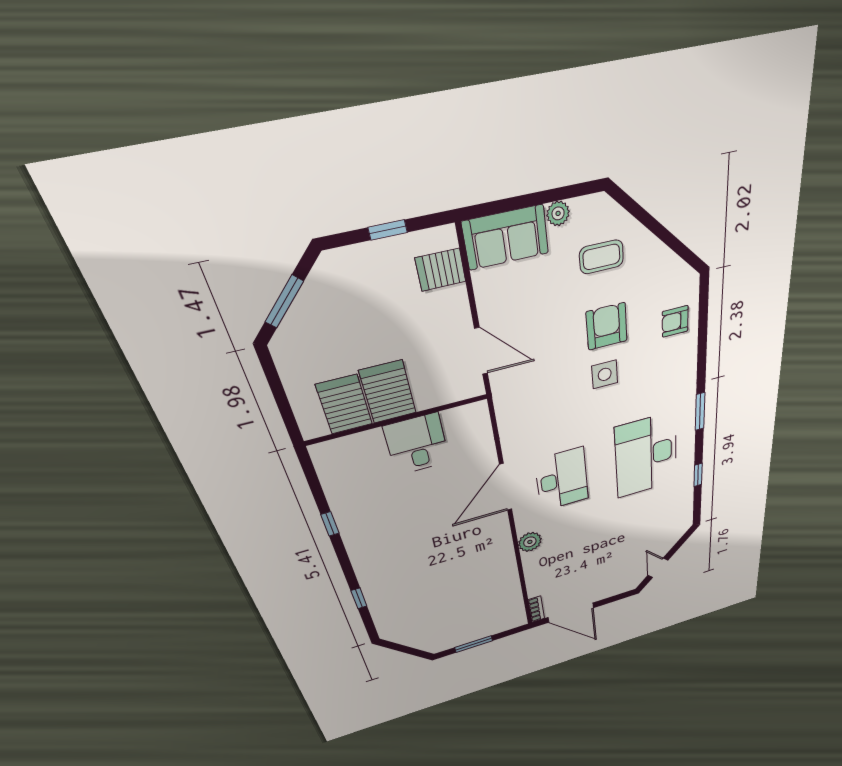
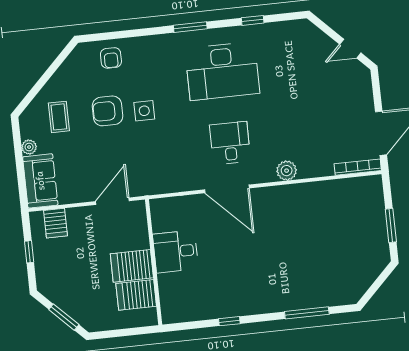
desk: (562, 480) -> (230, 143), width x0.73
window: (359, 598) -> (307, 313), width x2.17
bookcase: (536, 609) -> (358, 167), width x1.56

